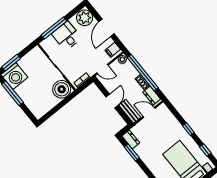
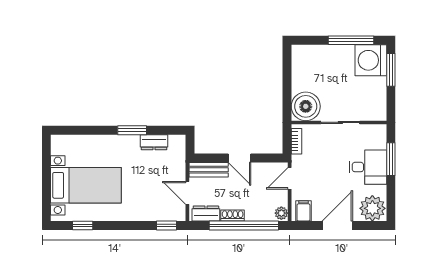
window: (54, 28) -> (391, 159), width x0.69
door: (106, 28) -> (337, 225), hinge flipped
door: (149, 112) -> (187, 193), swing flipped
window: (188, 129) -> (167, 225), moved
dresser: (131, 139) -> (154, 142), moved
window: (132, 152) -> (132, 130), moved

